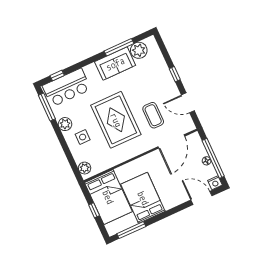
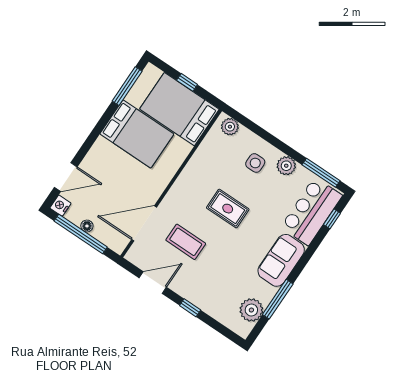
sofa: (115, 64) -> (281, 260), moved
rug: (116, 120) -> (228, 209), width x0.54, depth x0.49
door: (171, 141) -> (144, 223), hinge flipped

